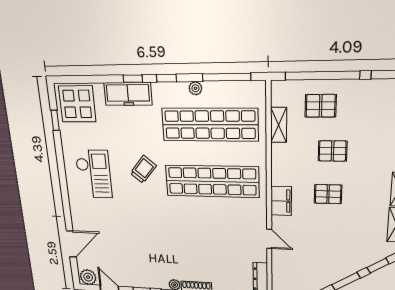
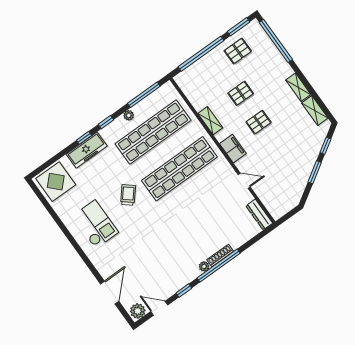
pallet: (321, 106) -> (238, 51), moved
window: (55, 120) -> (46, 204), removed
shelving: (279, 125) -> (210, 121), moved

